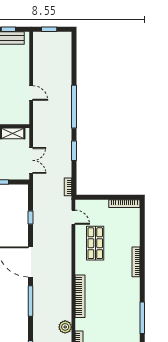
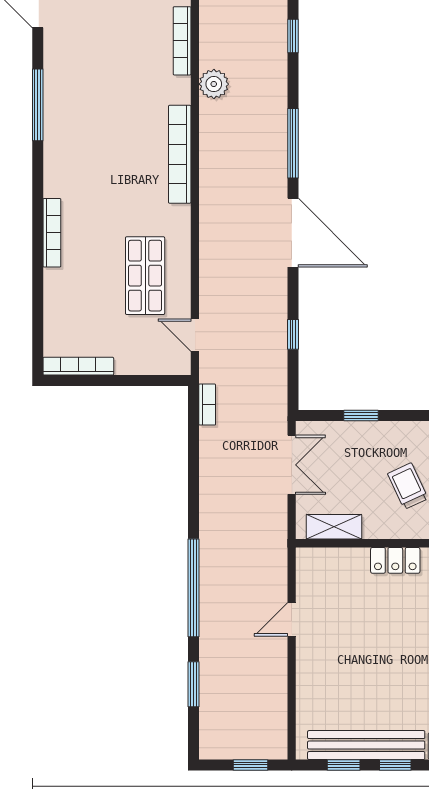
door: (31, 93) -> (292, 619), hinge flipped
window: (74, 151) -> (194, 684), moved
double door: (31, 160) -> (292, 465), swing flipped

